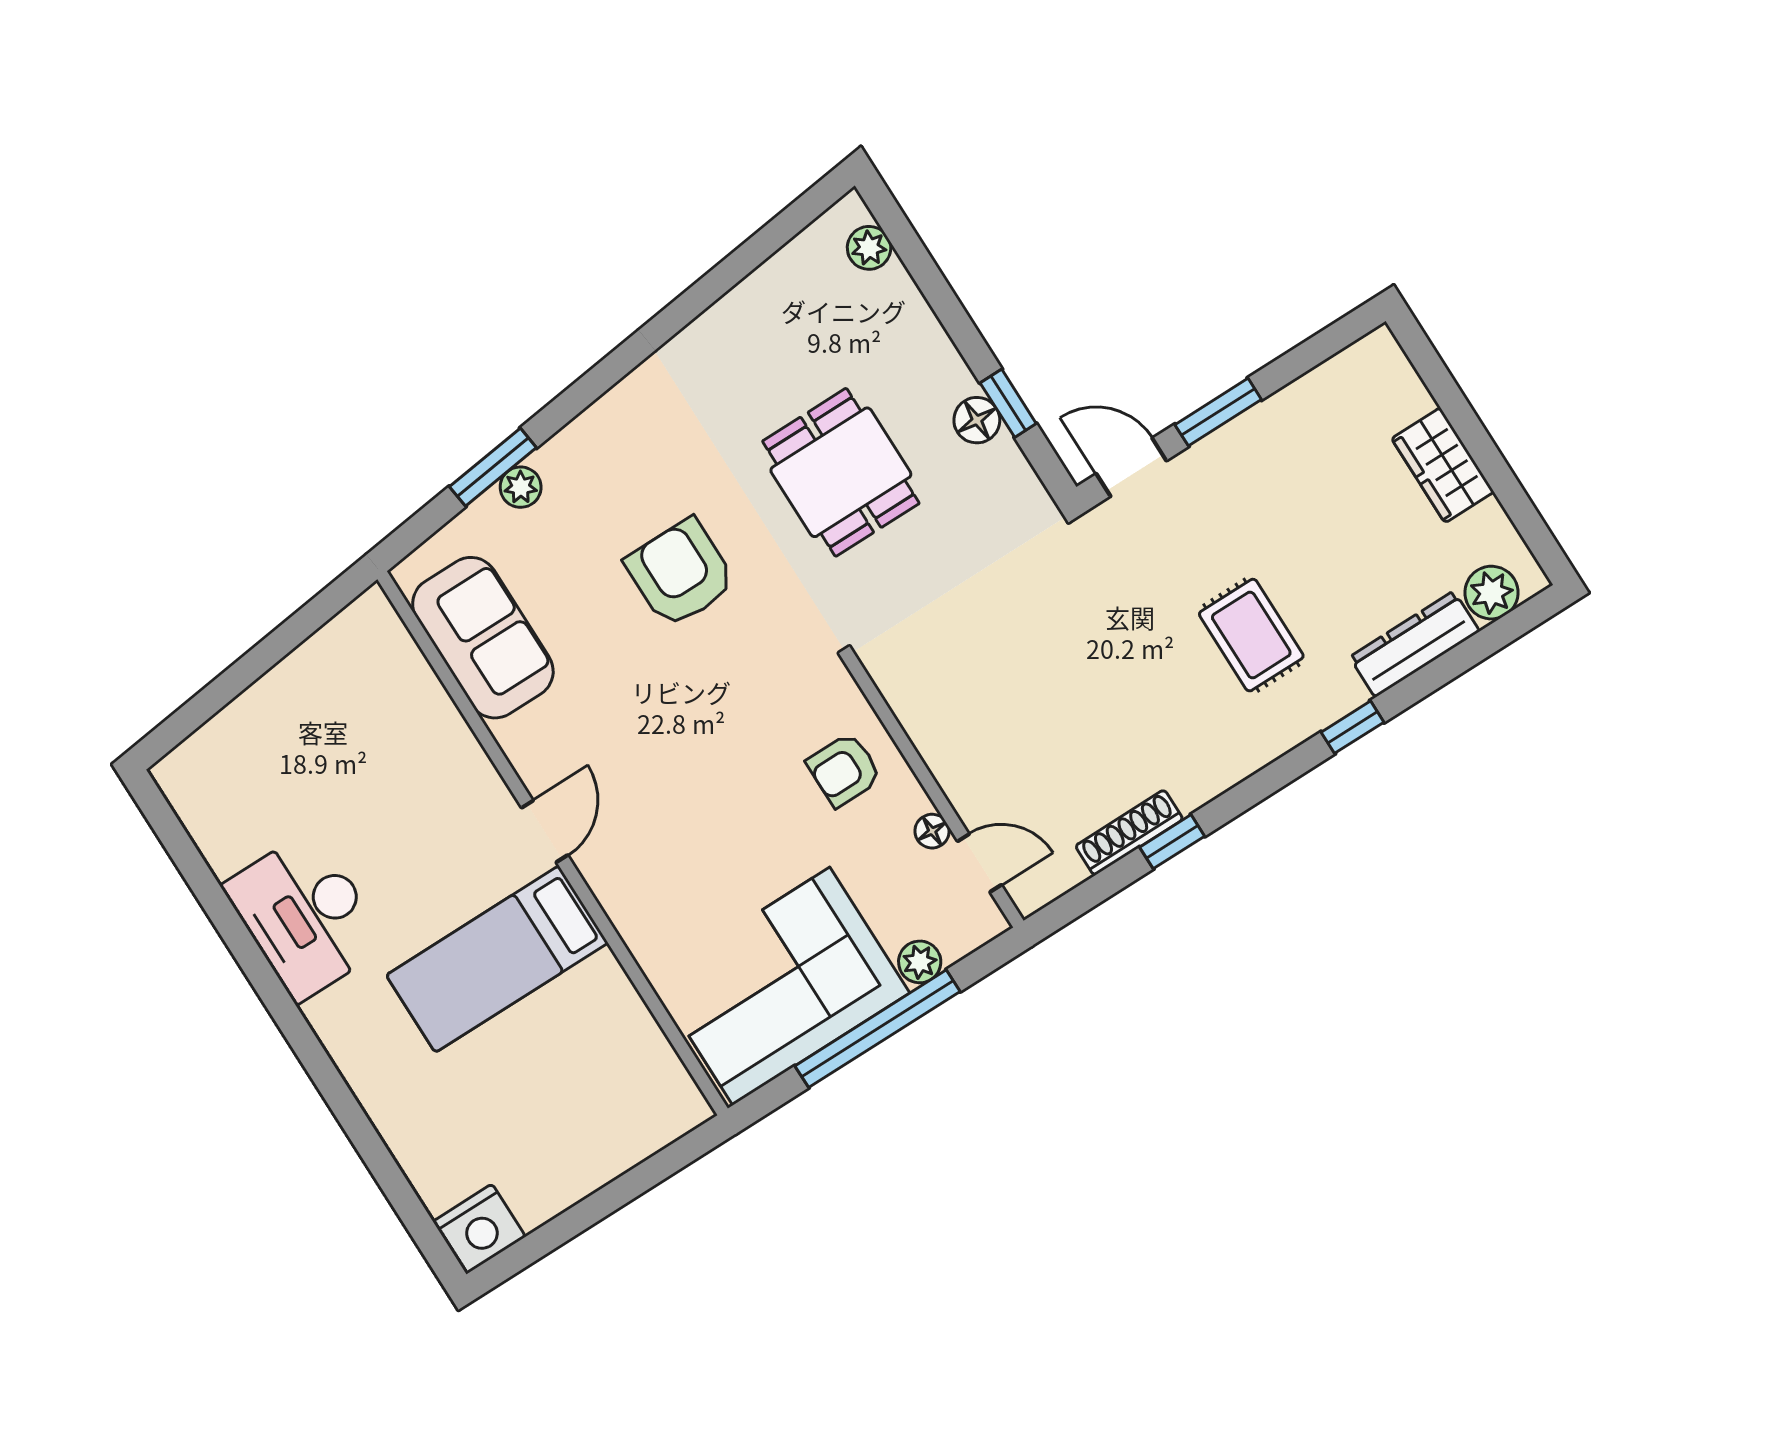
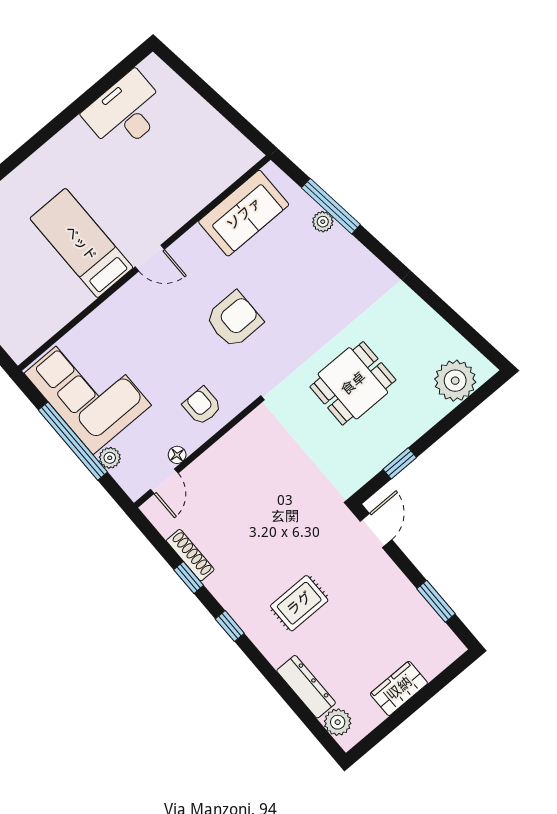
plant: (869, 248) -> (455, 381), width x1.87, depth x1.87
window: (1218, 412) -> (436, 601), moved
floor lamp: (977, 420) -> (389, 449), removed
window: (493, 467) -> (331, 206), width x1.44
armchair: (680, 573) -> (234, 320), moved
window: (1353, 727) -> (230, 626), moved
desk: (305, 915) -> (126, 112), moved

